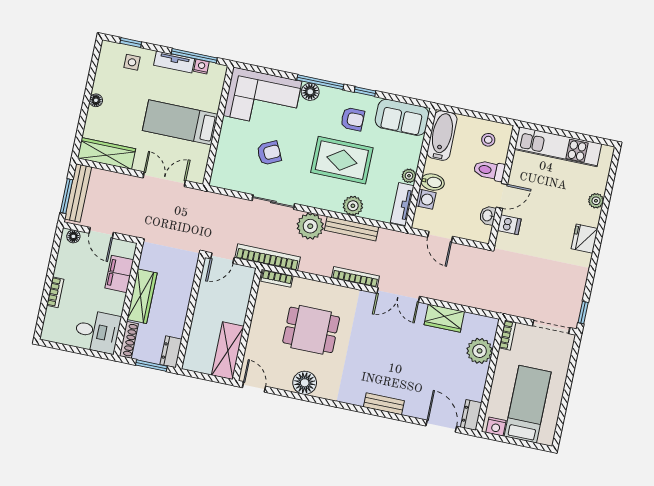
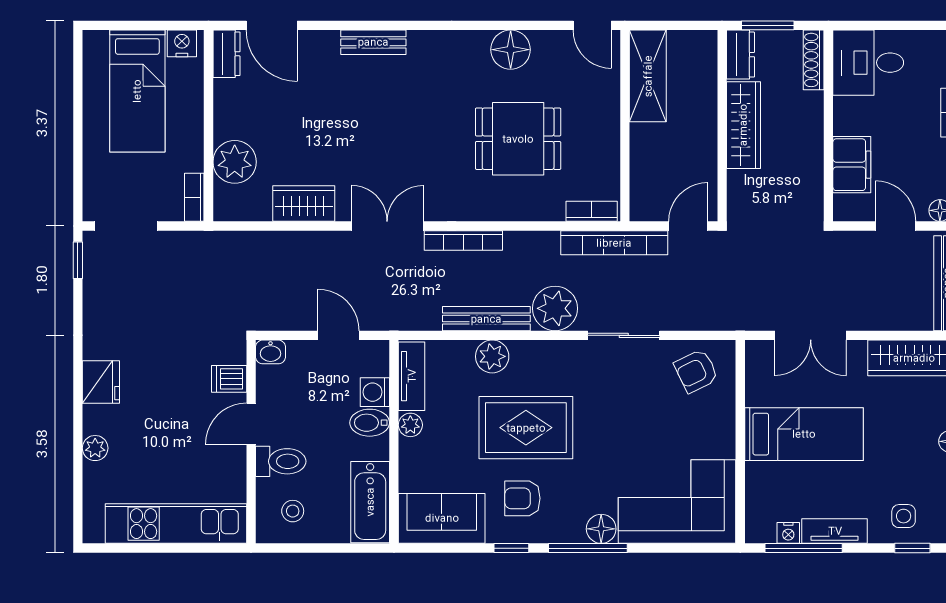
armchair: (269, 153) -> (696, 371), moved
washbasin: (488, 216) -> (270, 352), moved, turned 90
wardrobe: (142, 296) -> (743, 125), moved, turned 180

